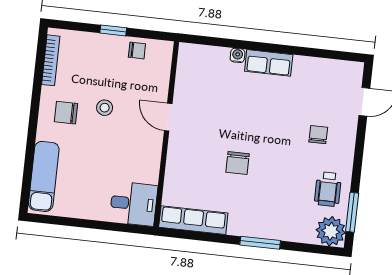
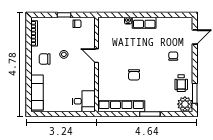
row of seats: (193, 220) -> (121, 106), width x1.36

